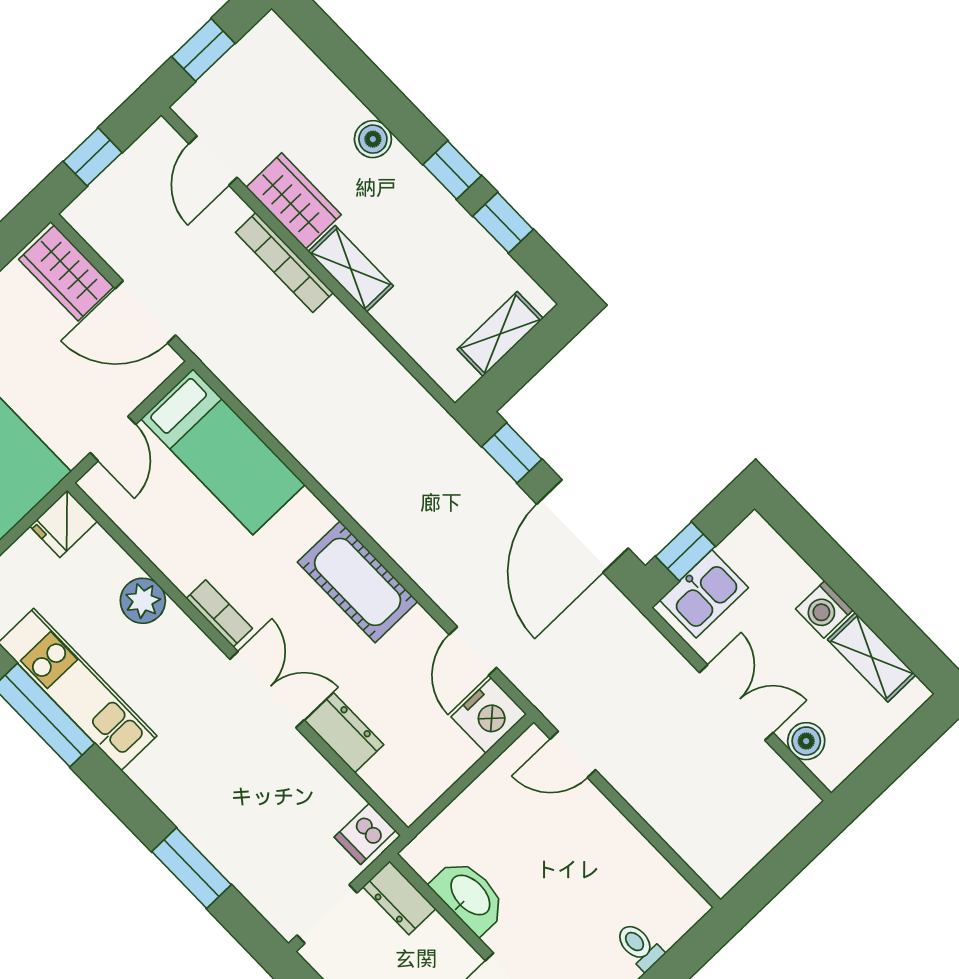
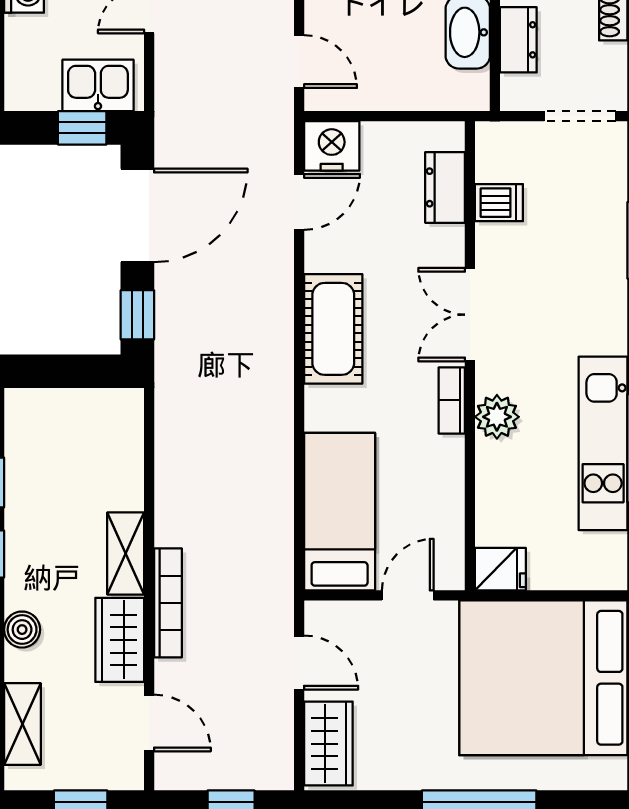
door: (213, 161) -> (149, 723), hinge flipped
door: (145, 312) -> (299, 663), width x0.73
shelving: (500, 334) -> (22, 724), moved, turned 90
plant: (143, 601) -> (497, 417), moved
dresser: (344, 733) -> (445, 187), moved
dishwasher: (365, 834) -> (499, 203), moved
dresser: (399, 898) -> (518, 40), moved

